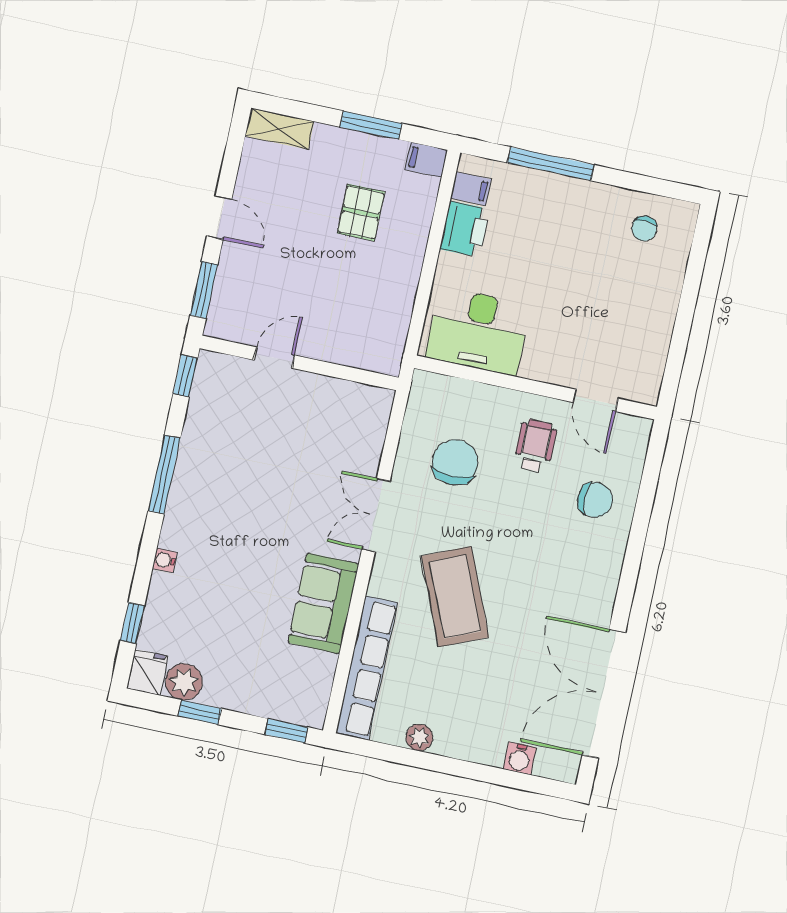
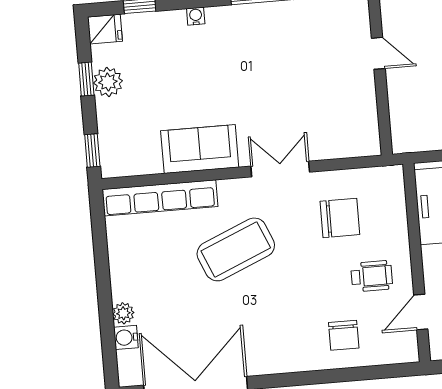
plant: (184, 682) -> (108, 82), moved
plant: (419, 737) -> (123, 313), moved

